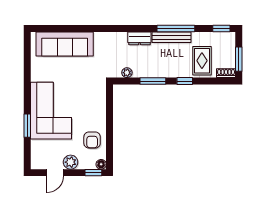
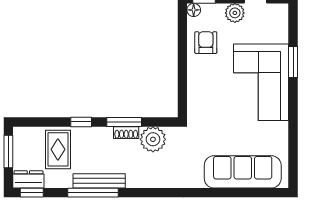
dresser: (139, 38) -> (28, 179), moved
plant: (127, 73) -> (153, 139), width x1.87, depth x1.87
shoe rack: (226, 73) -> (126, 133), moved

